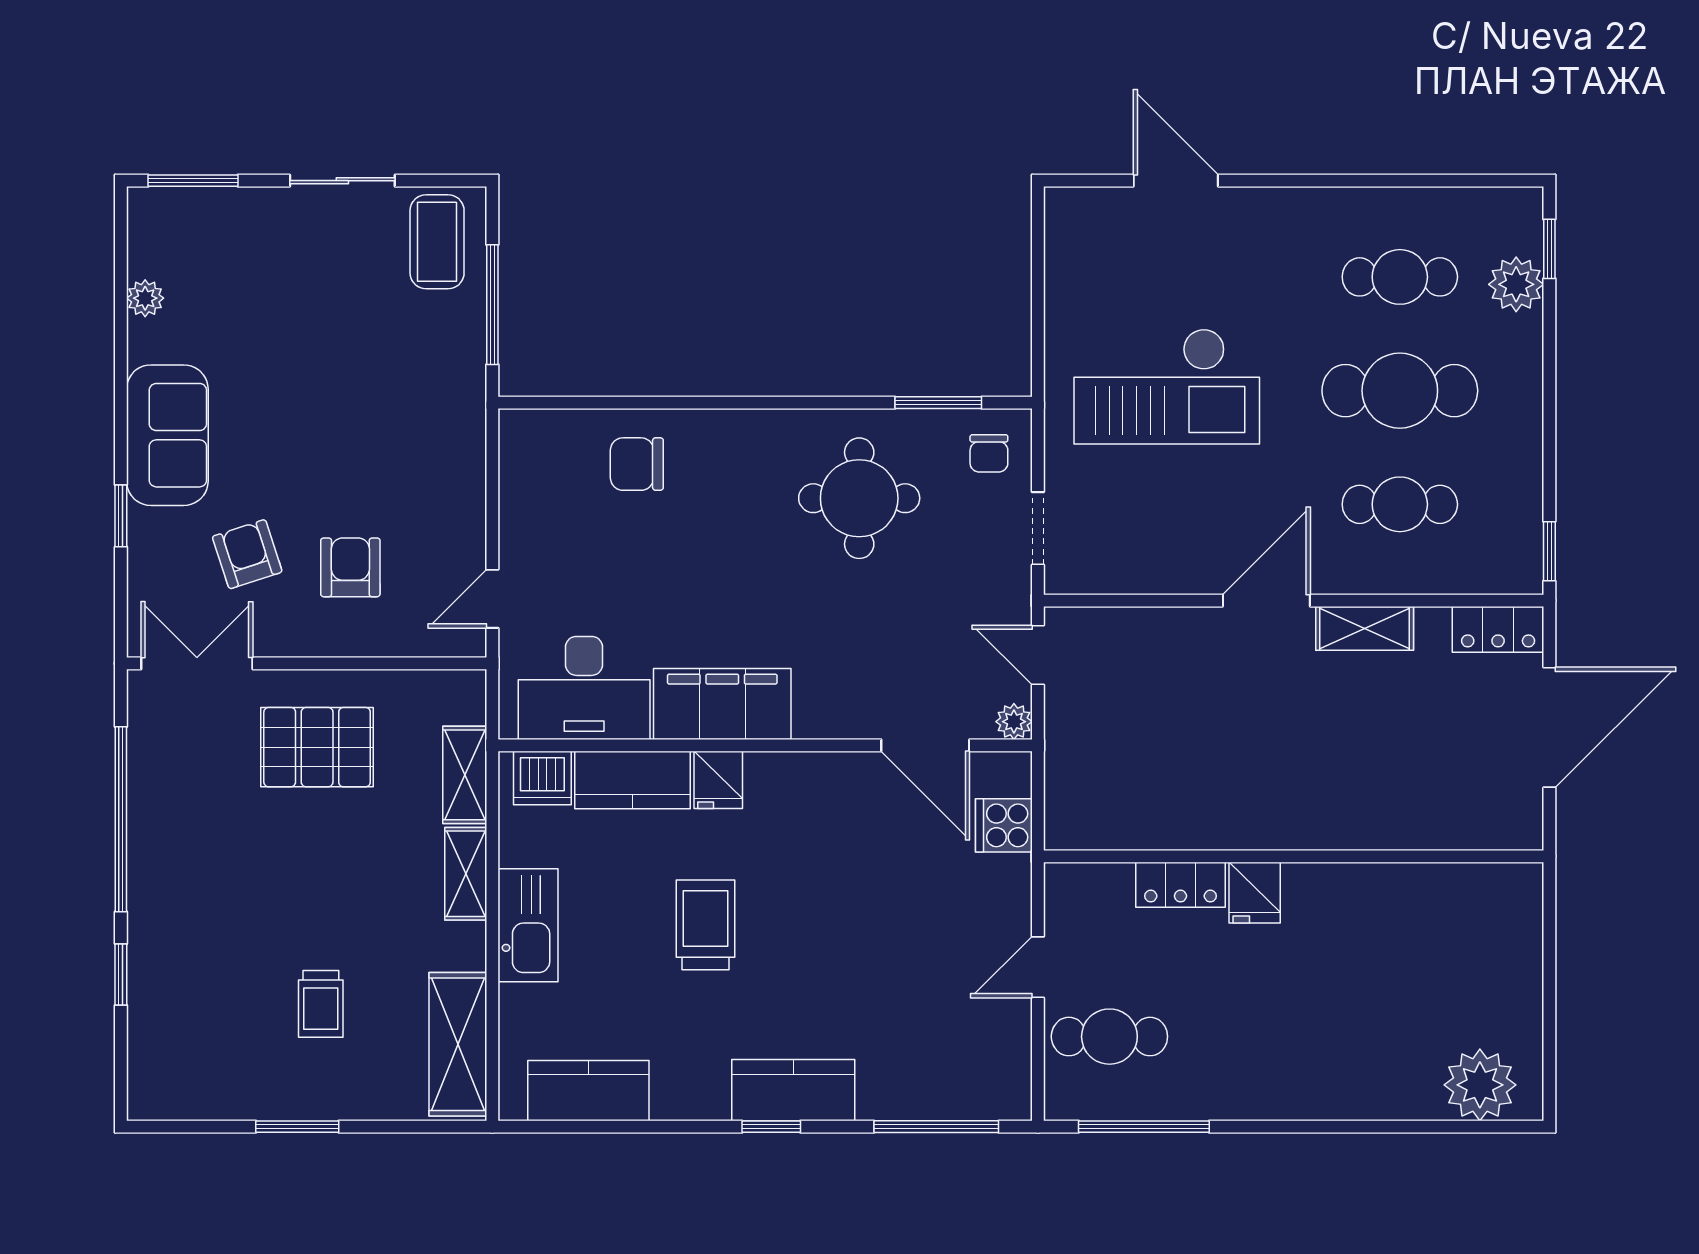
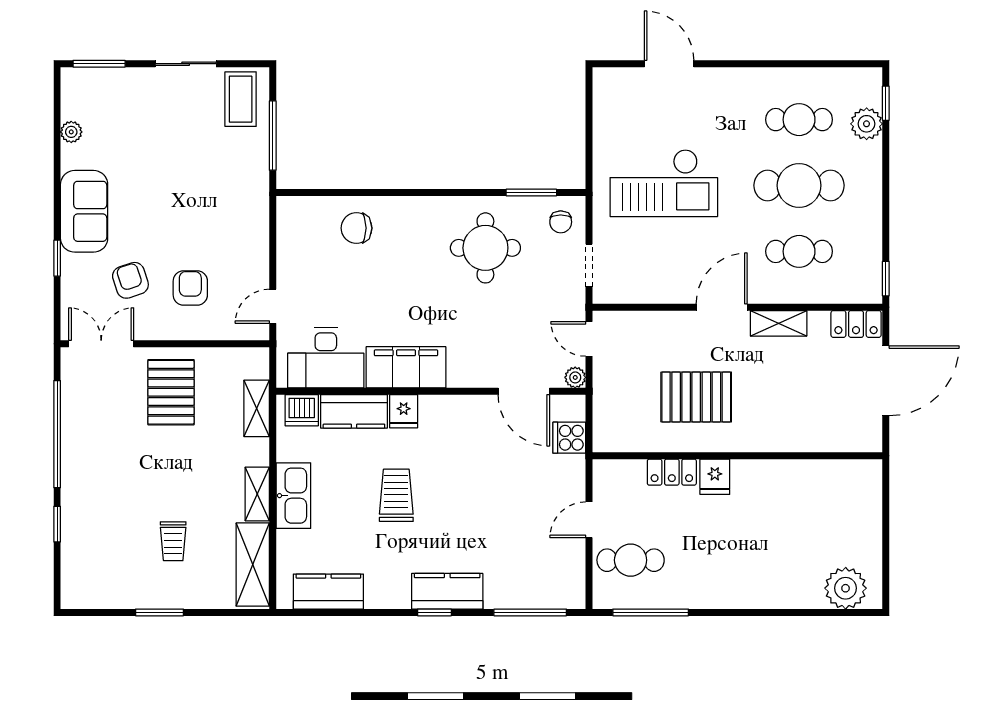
pallet: (317, 747) -> (171, 392), turned 90
pallet: (1223, 755) -> (696, 397), added
shelving: (466, 874) -> (257, 494), moved

